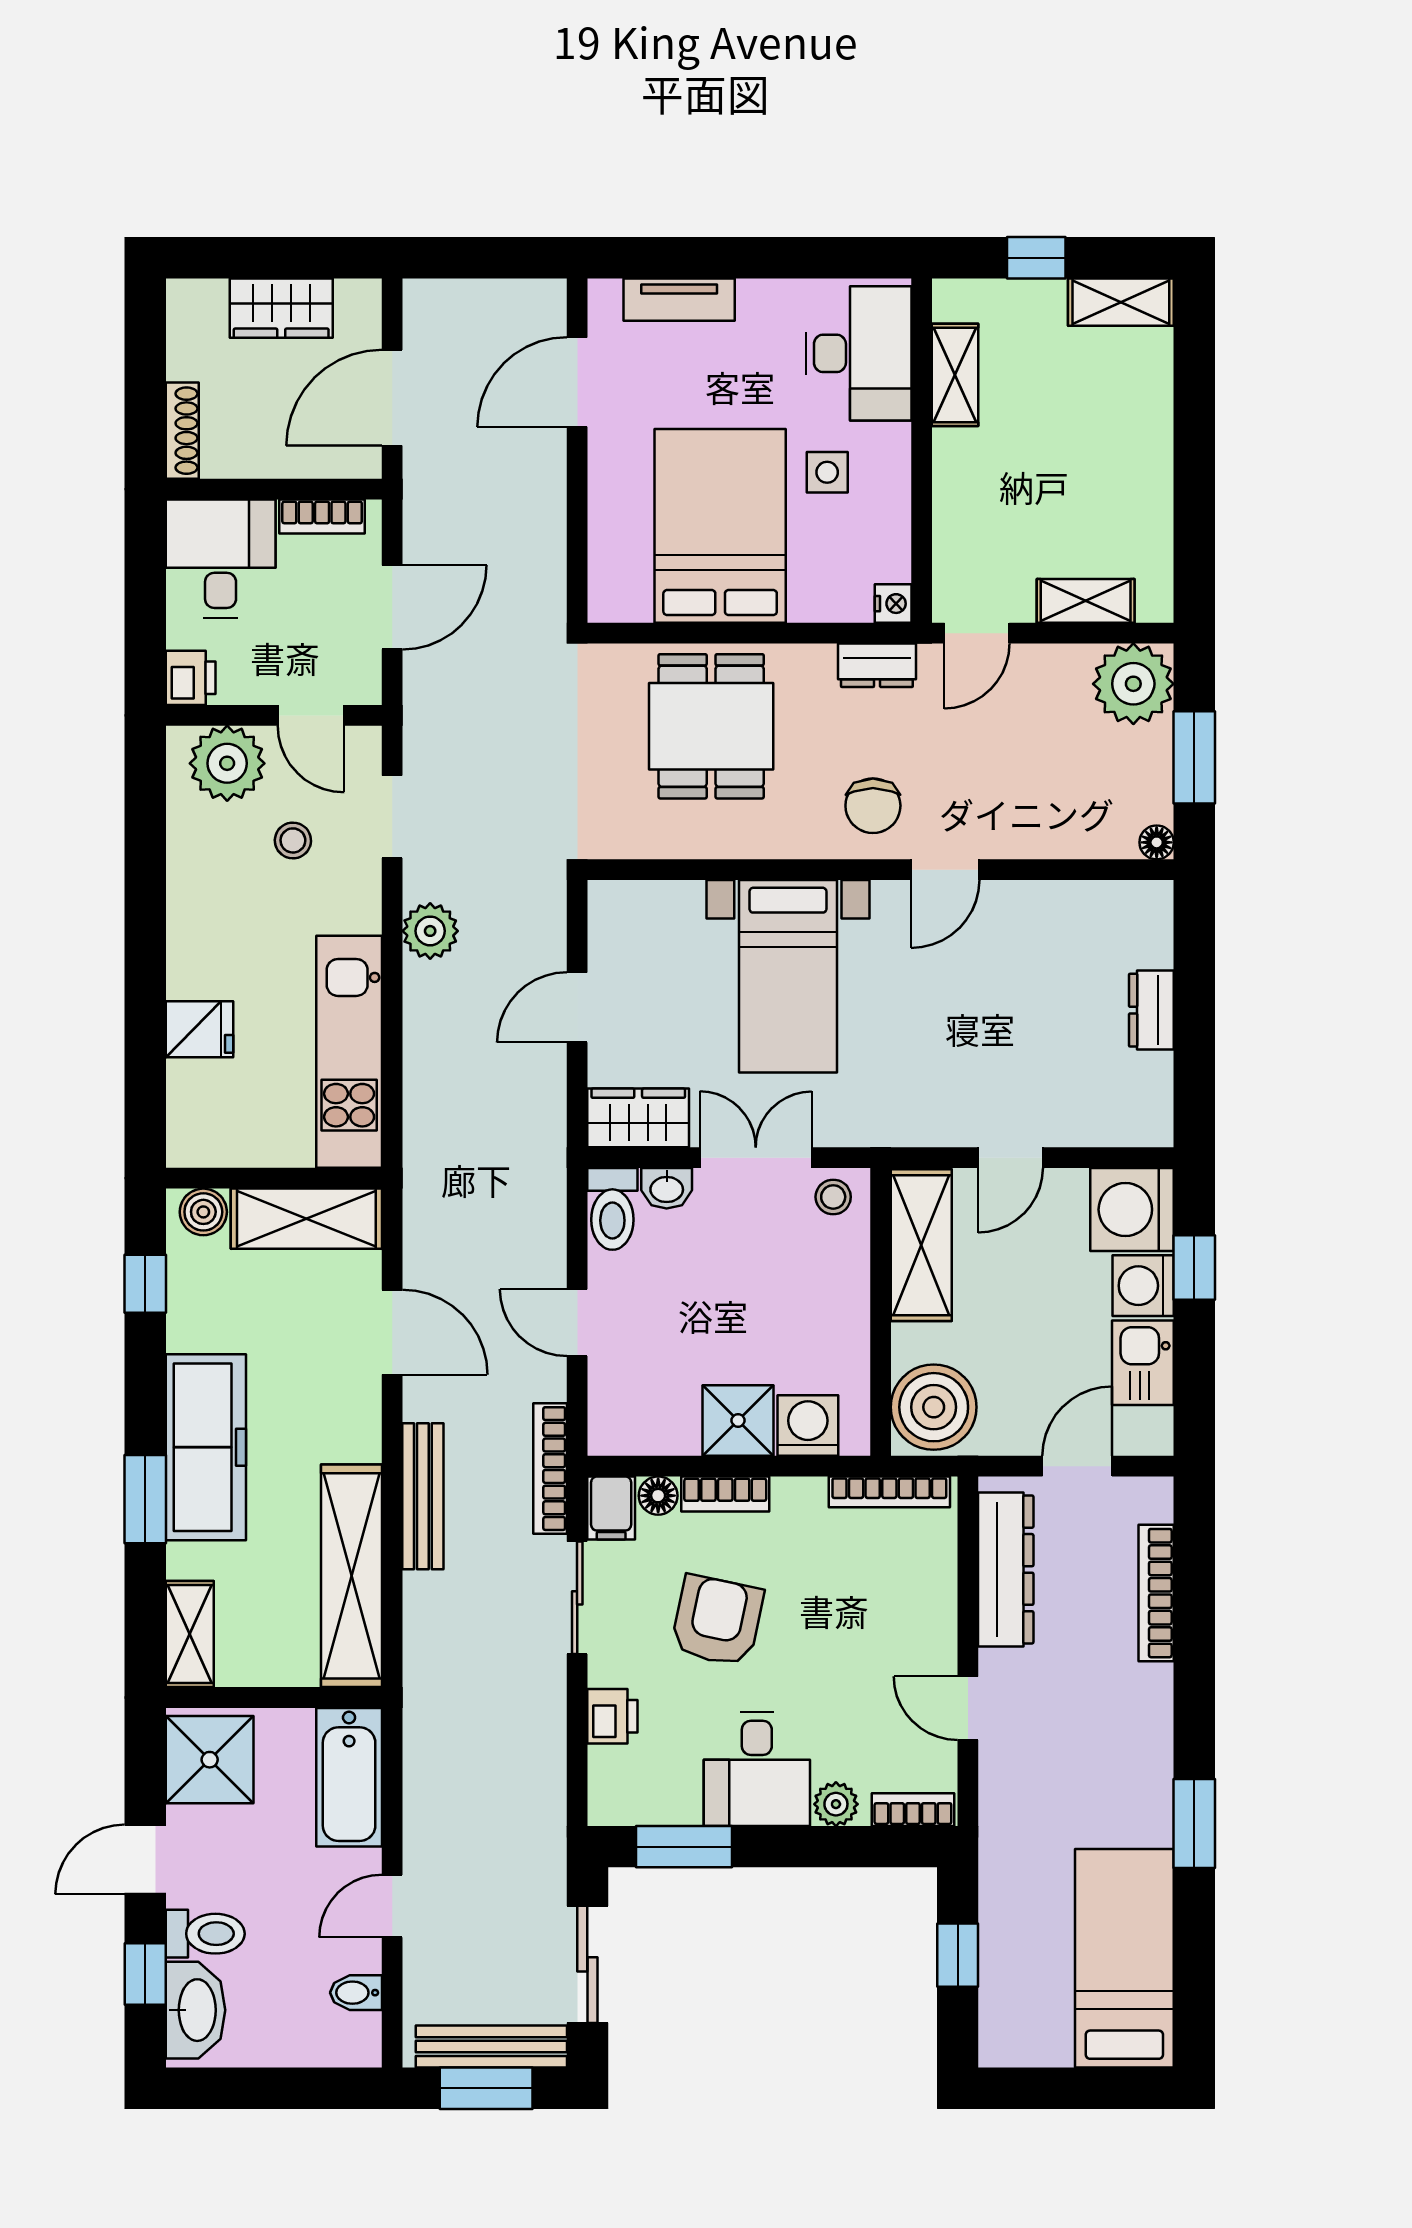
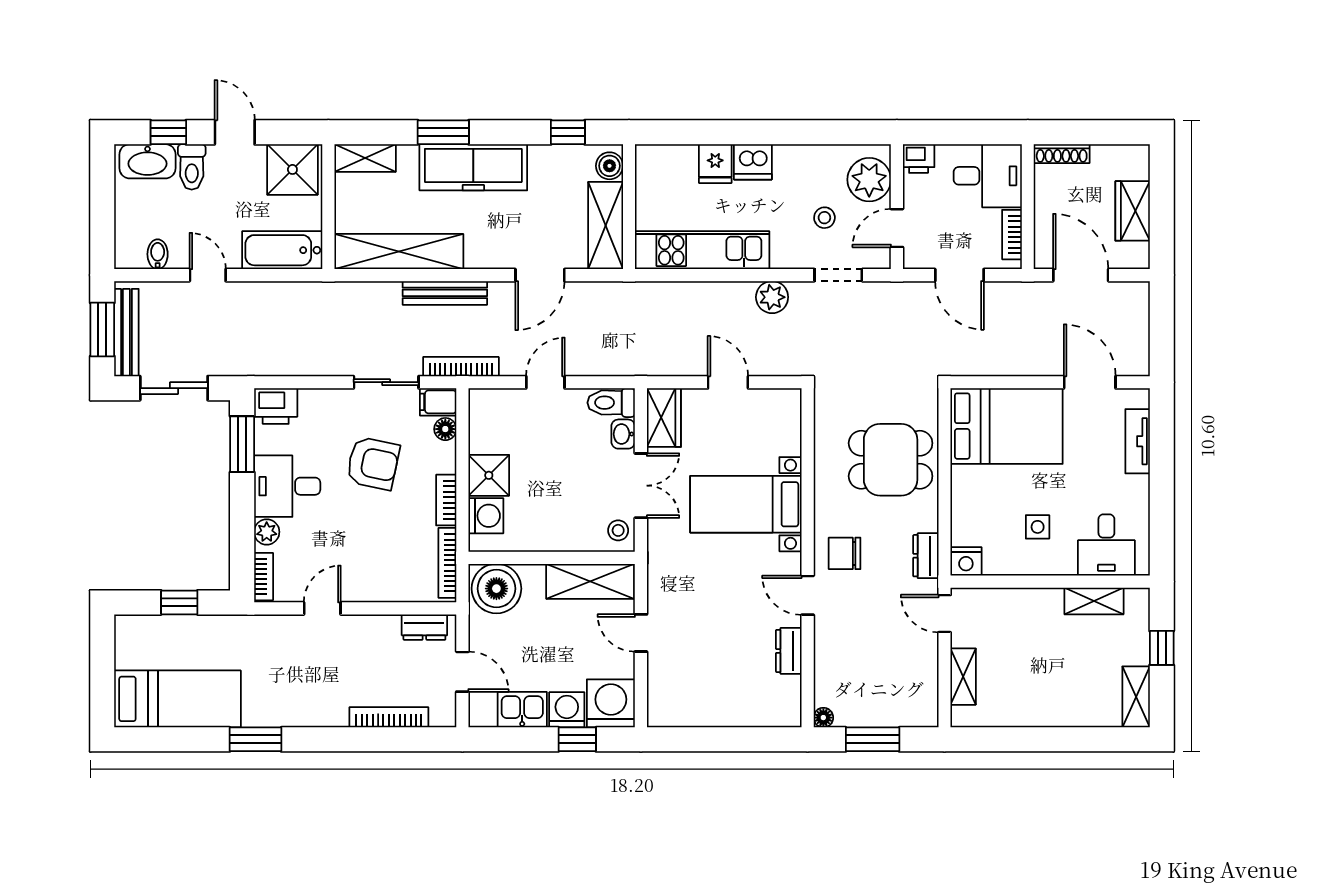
desk: (858, 353) -> (1106, 545), width x0.73
bed: (720, 526) -> (1007, 426), moved
nightstand: (893, 604) -> (966, 561), width x1.39, depth x1.35
plant: (1133, 684) -> (915, 704), removed
dishwasher: (196, 964) -> (753, 162), added
dresser: (1151, 1010) -> (789, 651), moved, turned -90
bookcase: (725, 1494) -> (446, 500), moved
dresser: (1006, 1569) -> (424, 627), width x0.51, depth x0.80
printer: (612, 1716) -> (276, 406), moved, width x1.36, depth x1.24

